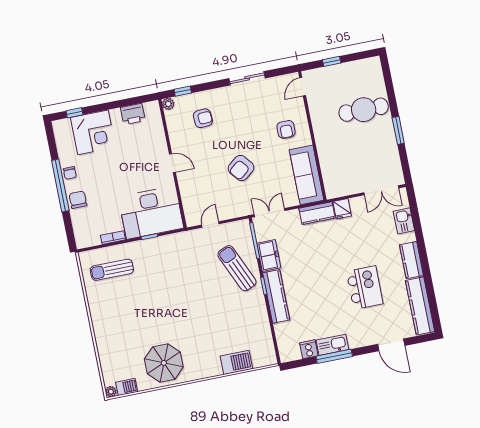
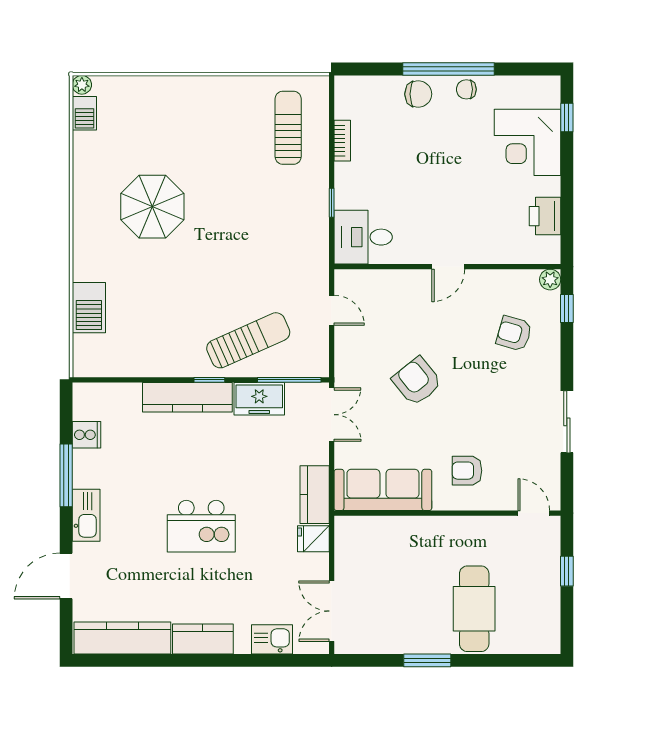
armchair: (203, 118) -> (514, 333), turned 109
desk: (151, 213) -> (363, 237), width x0.53, depth x0.77
kitchen island: (365, 288) -> (201, 526), moved
kitchen sink: (332, 345) -> (86, 515), moved
parasol: (164, 363) -> (152, 207), moved

